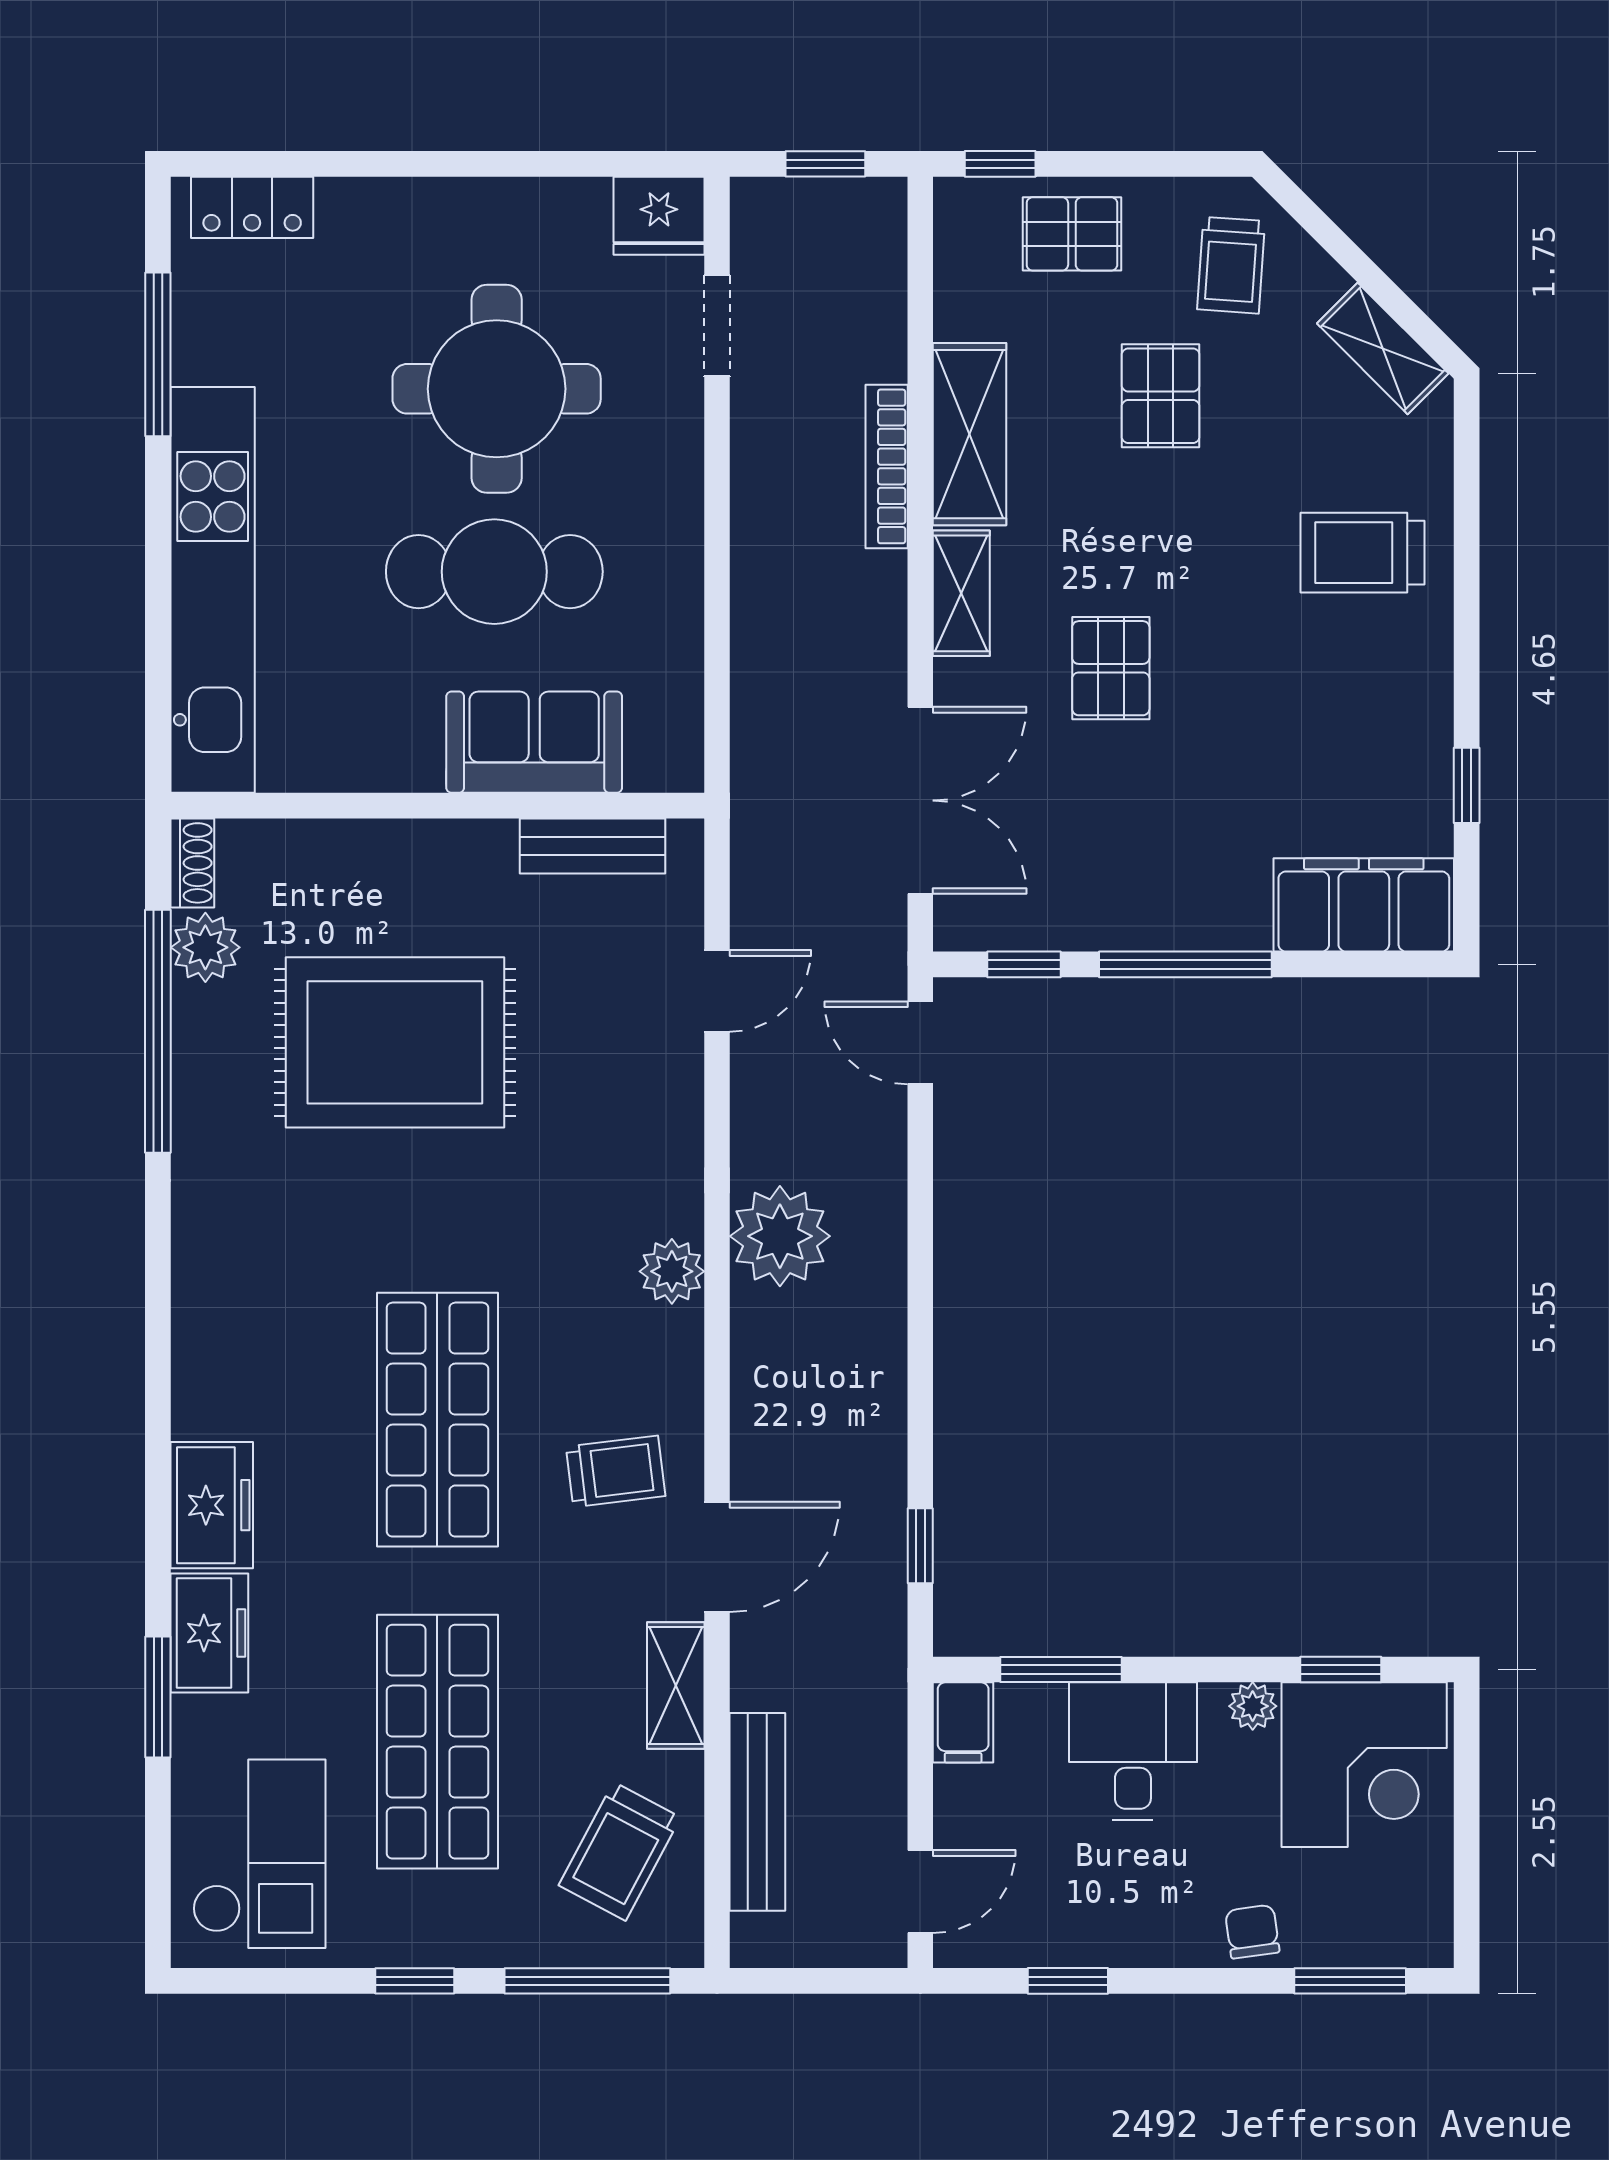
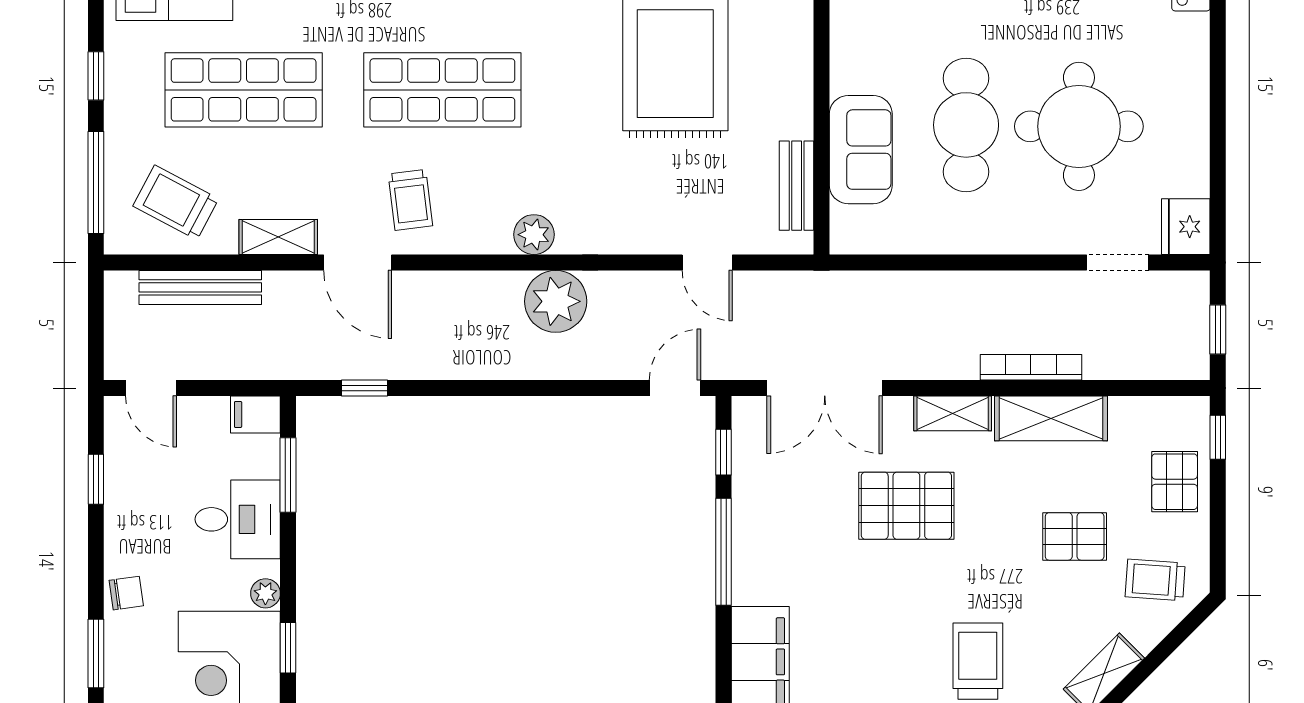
pallet: (1111, 668) -> (906, 506), width x1.50, depth x1.42

